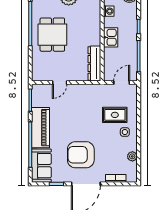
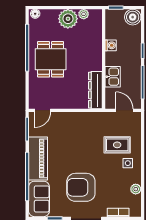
washing machine: (109, 11) -> (111, 45), moved
kitchen sink: (111, 37) -> (113, 77), moved
door: (60, 83) -> (43, 110), moved
door: (122, 83) -> (125, 110), hinge flipped

